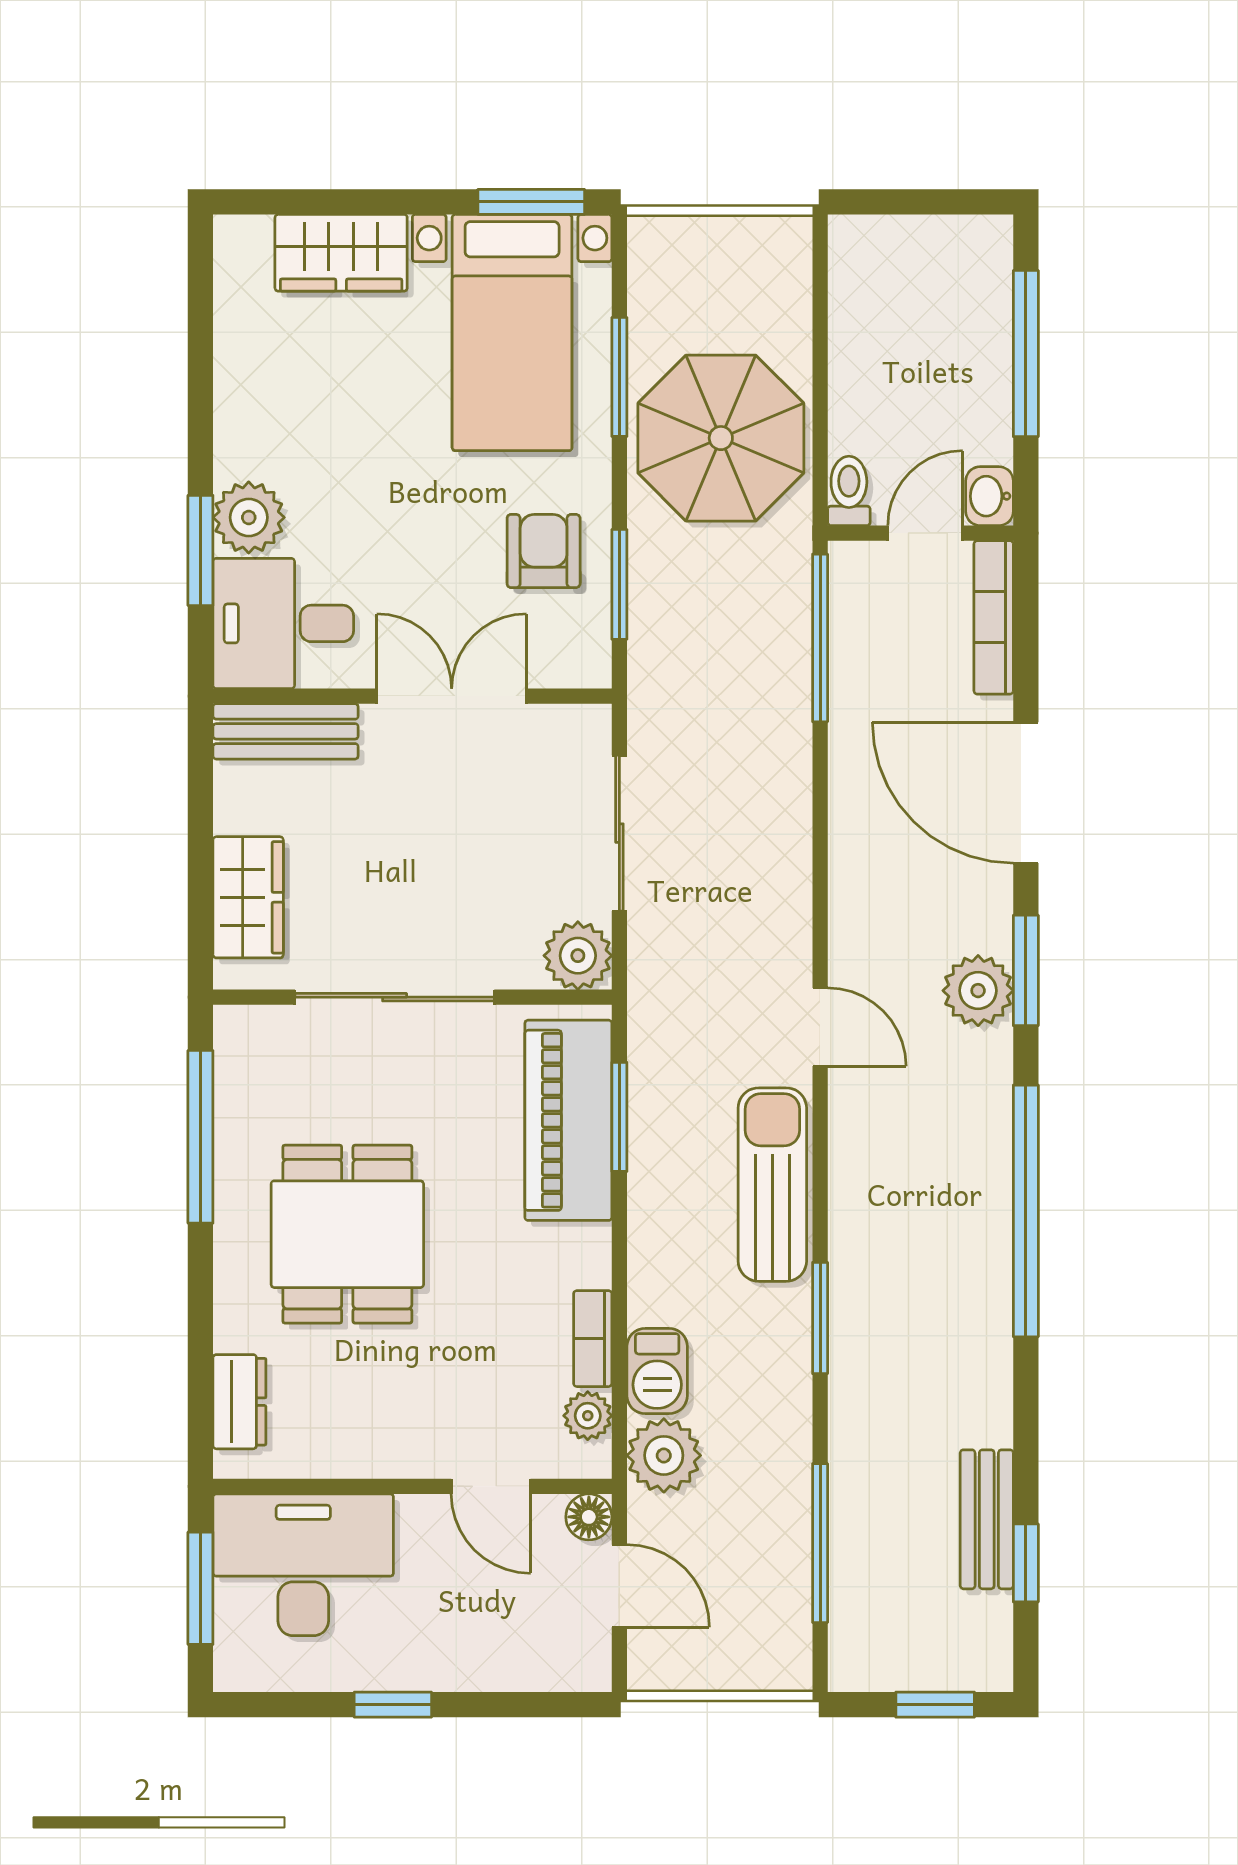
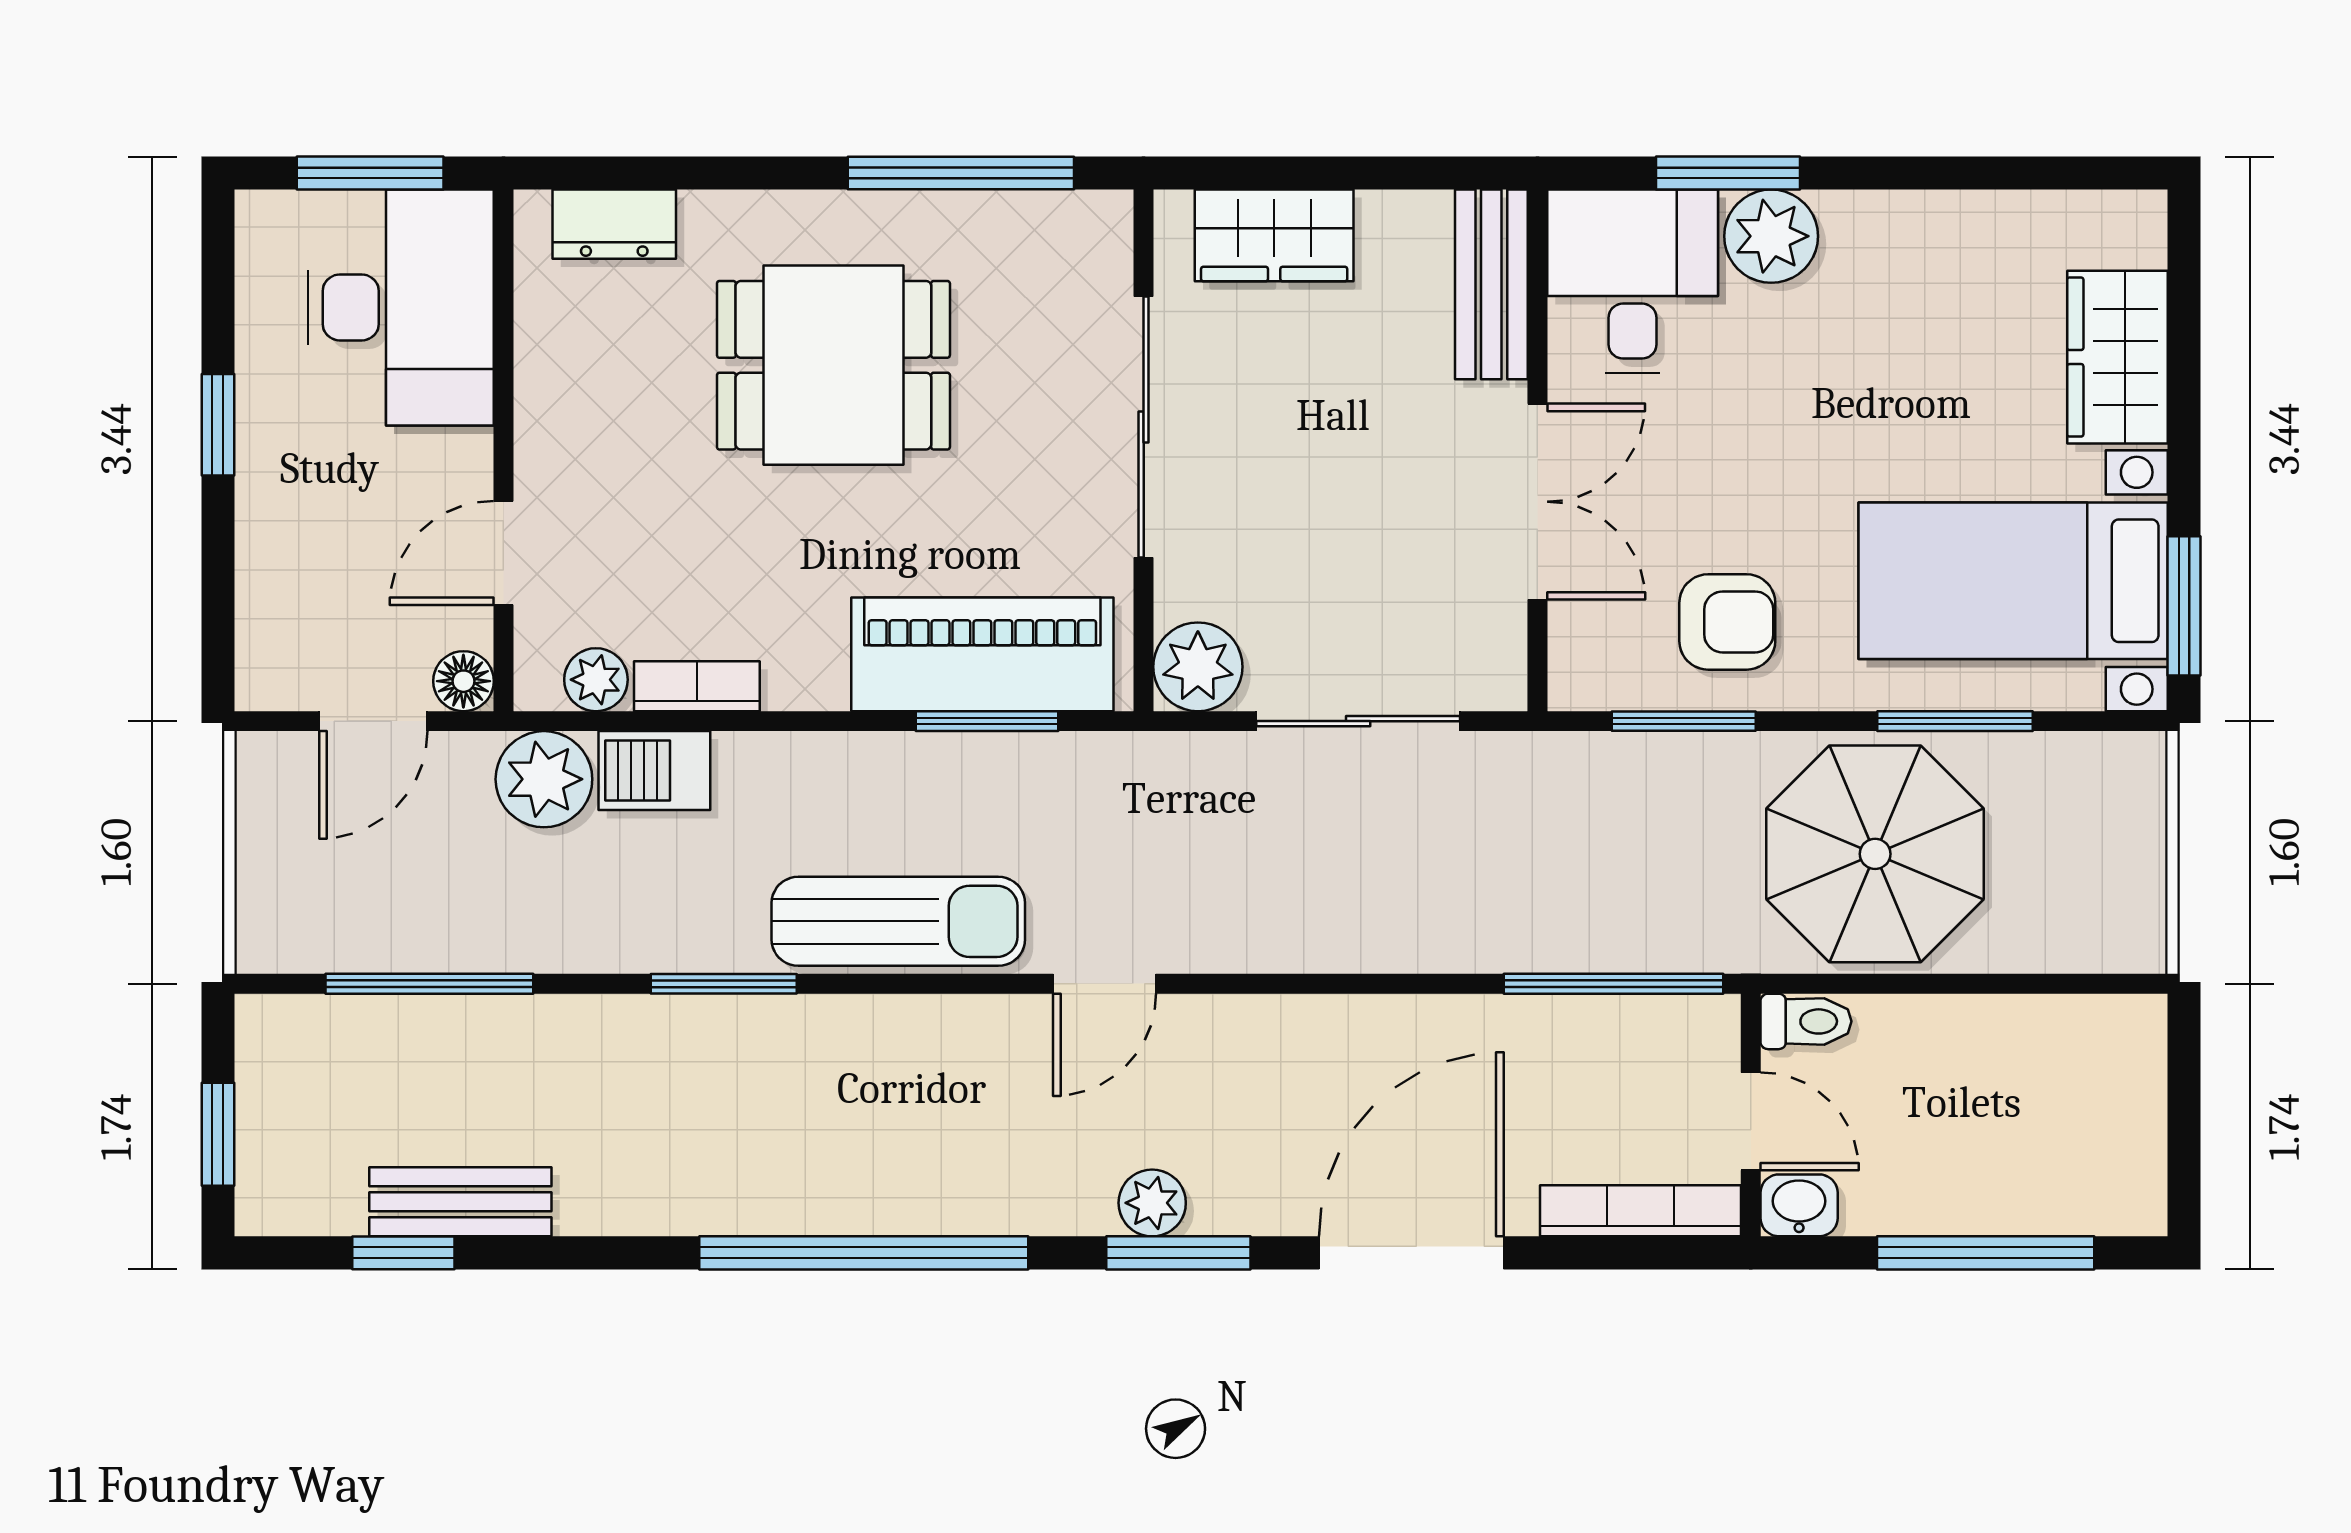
plant: (978, 991) -> (1152, 1203), width x0.73, depth x0.73

